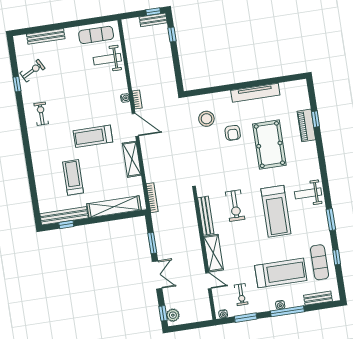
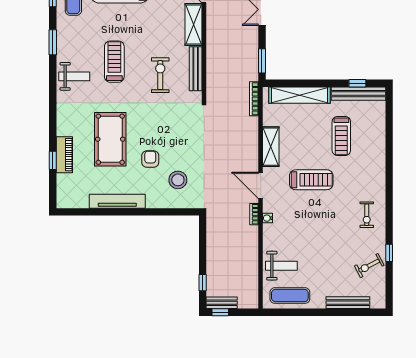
treadmill: (276, 211) -> (114, 62), width x0.73, depth x0.73
window: (152, 243) -> (262, 61), moved

